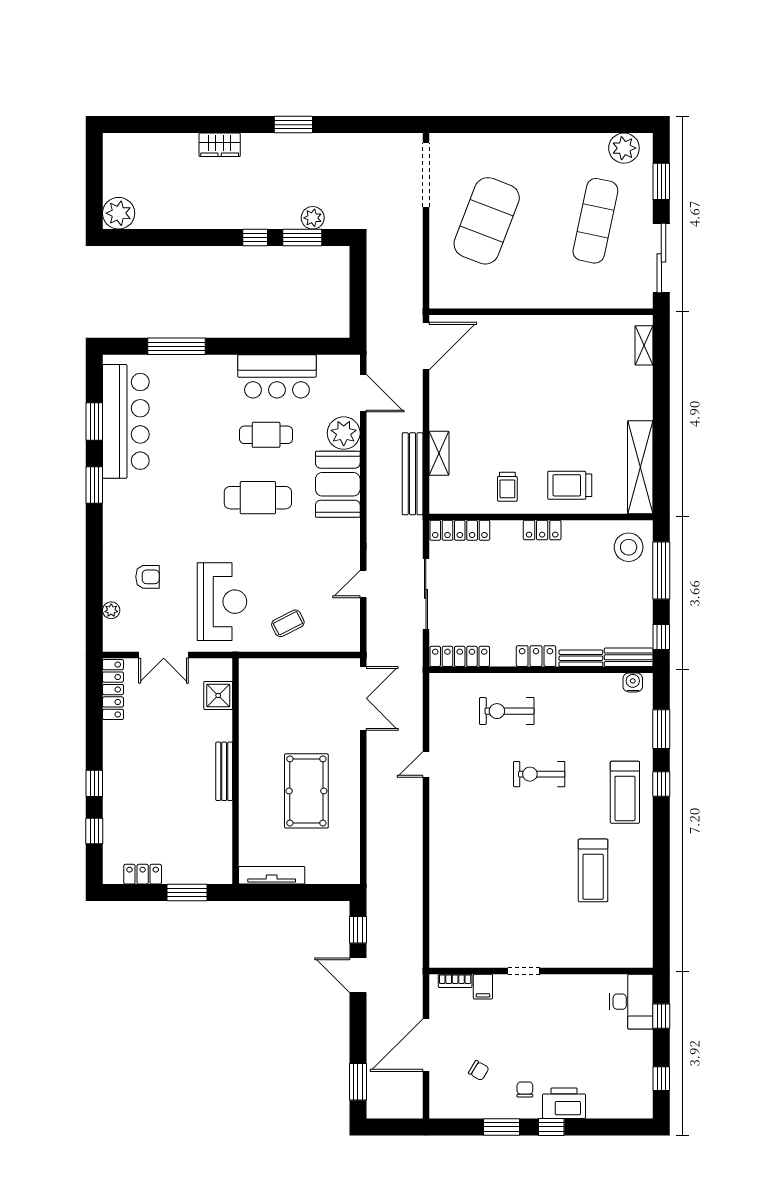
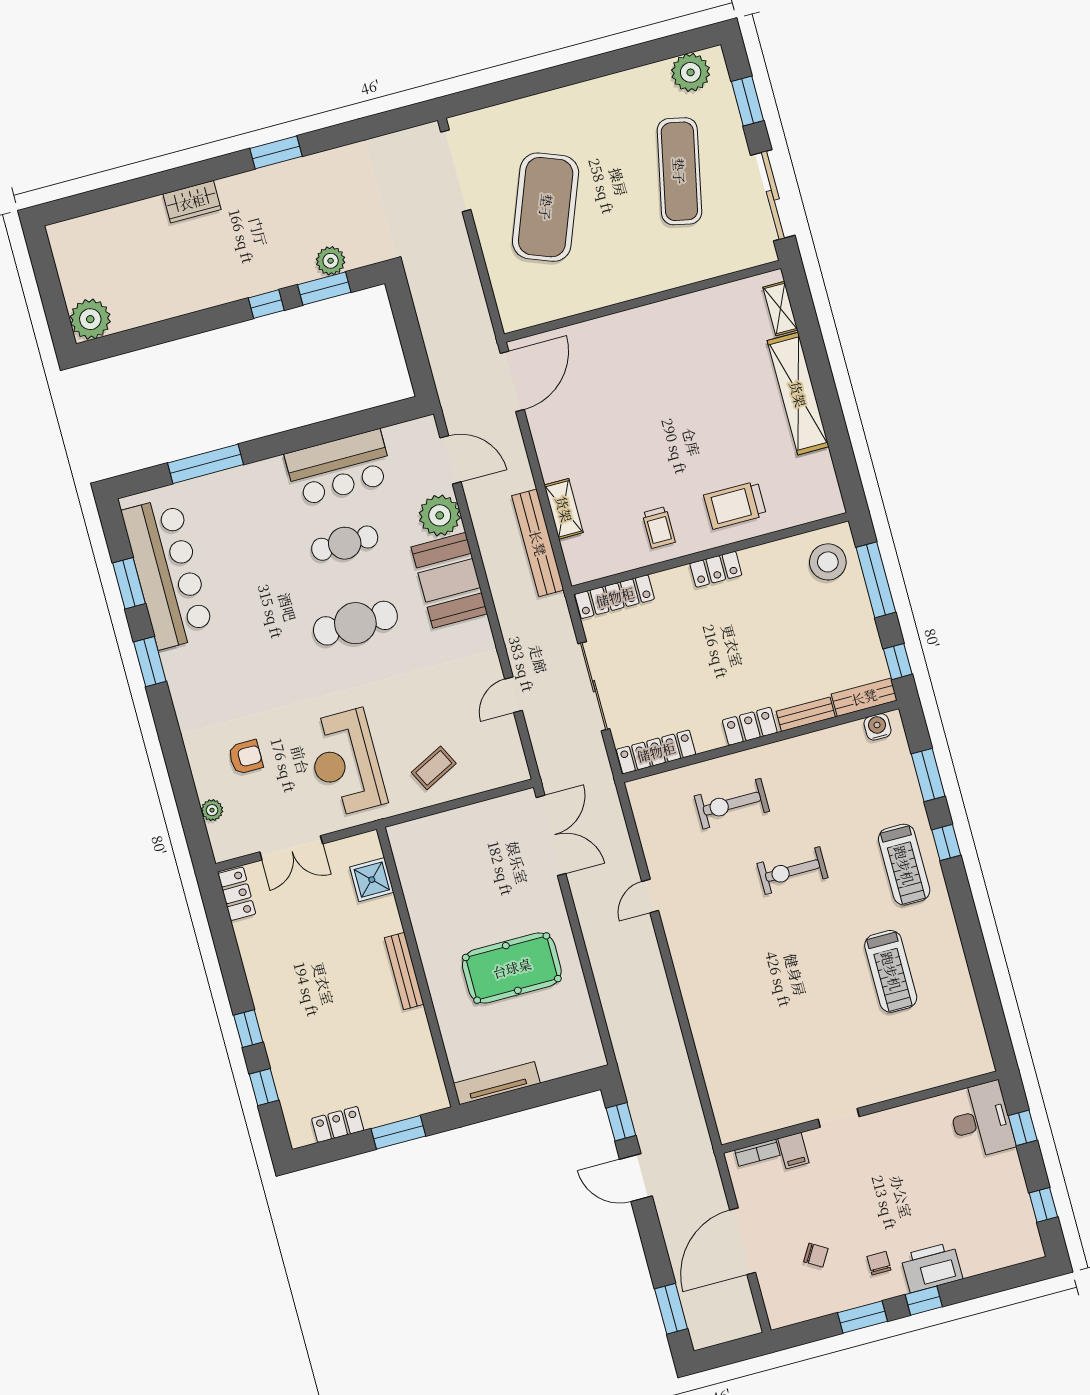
shelving: (640, 467) -> (798, 394), moved
reception desk: (222, 602) -> (346, 763), turned 180
locker: (113, 690) -> (237, 894), width x0.66
pool table: (306, 791) -> (512, 968), turned 90

